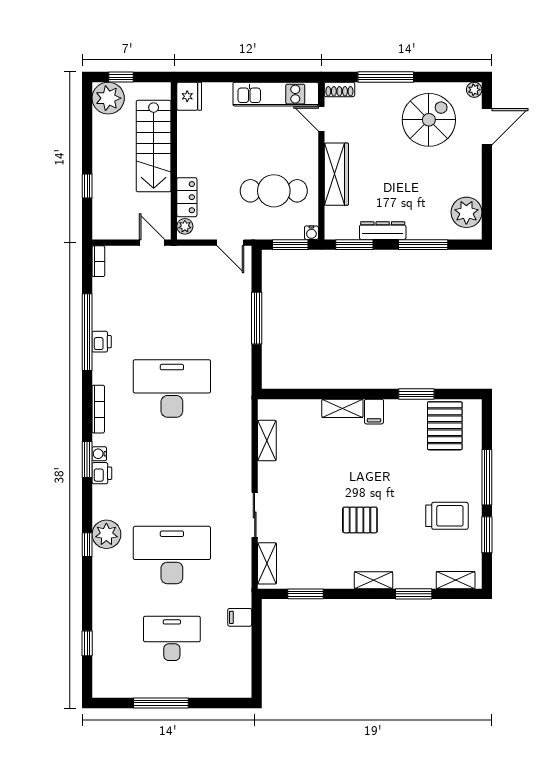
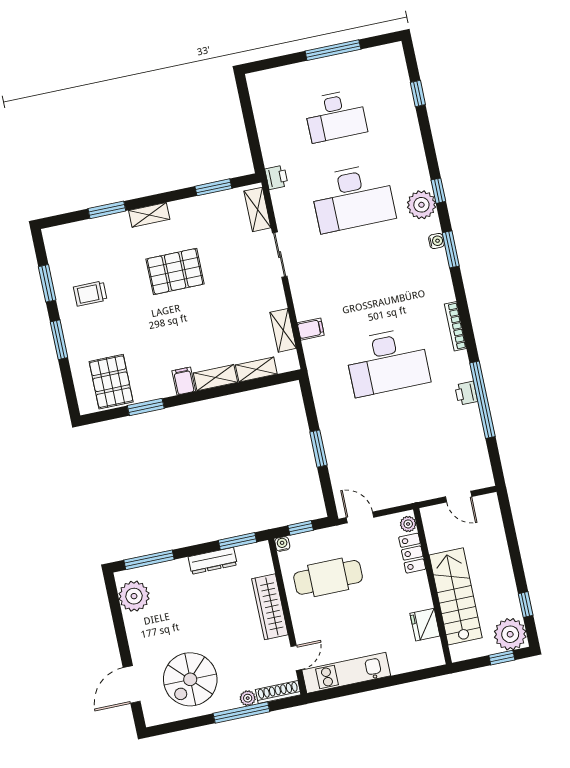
shoe rack: (339, 89) -> (278, 692), width x1.43
plant: (474, 90) -> (248, 698), moved
fridge: (189, 96) -> (425, 625), moved
door: (321, 119) -> (296, 658), hinge flipped
window: (87, 186) -> (526, 605), moved
door: (152, 243) -> (459, 497), moved
window: (290, 245) -> (301, 528), width x0.67
window: (423, 245) -> (149, 560), moved
bookcase: (98, 261) -> (486, 472), removed
window: (257, 318) -> (318, 449), width x0.69
water cooler: (99, 454) -> (436, 241), moved
window: (87, 459) -> (451, 249), moved
printer: (102, 473) -> (276, 177), moved, turned 180
window: (487, 477) -> (59, 340), width x0.69
trolley: (447, 516) -> (90, 294), width x0.73, depth x0.72
pallet: (360, 520) -> (175, 271), width x1.50, depth x1.42
shelving: (456, 580) -> (256, 370), moved
filing cabinet: (240, 617) -> (311, 329), moved

